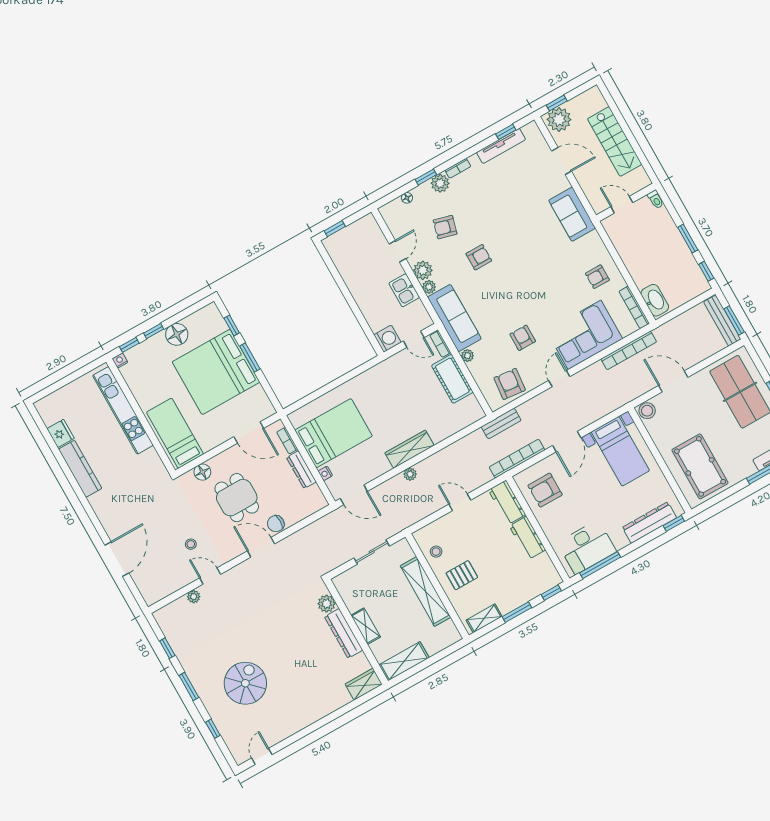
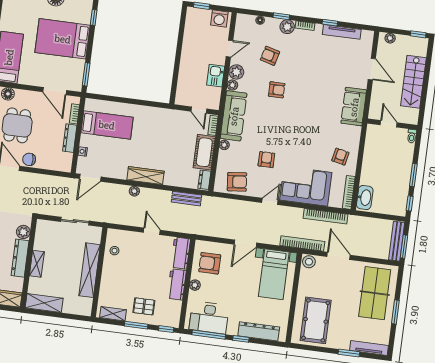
window: (557, 103) -> (418, 34), moved
plant: (559, 119) -> (390, 38), width x0.53, depth x0.53
window: (506, 132) -> (330, 23), moved
armchair: (597, 277) -> (340, 157), turned 102
washing machine: (387, 339) -> (219, 18), moved, turned 90
window: (250, 358) -> (86, 74), moved
bed: (216, 372) -> (63, 39), width x0.73
armchair: (510, 384) -> (237, 182), turned 78
dresser: (474, 407) -> (204, 180), added
bench: (501, 424) -> (186, 199), moved
bed: (334, 433) -> (107, 125), width x0.67
bookcase: (517, 459) -> (302, 244), moved
door: (354, 495) -> (90, 178), hinge flipped
window: (674, 523) -> (241, 339), moved
plant: (547, 524) -> (195, 285), added
pallet: (462, 575) -> (144, 306), moved

